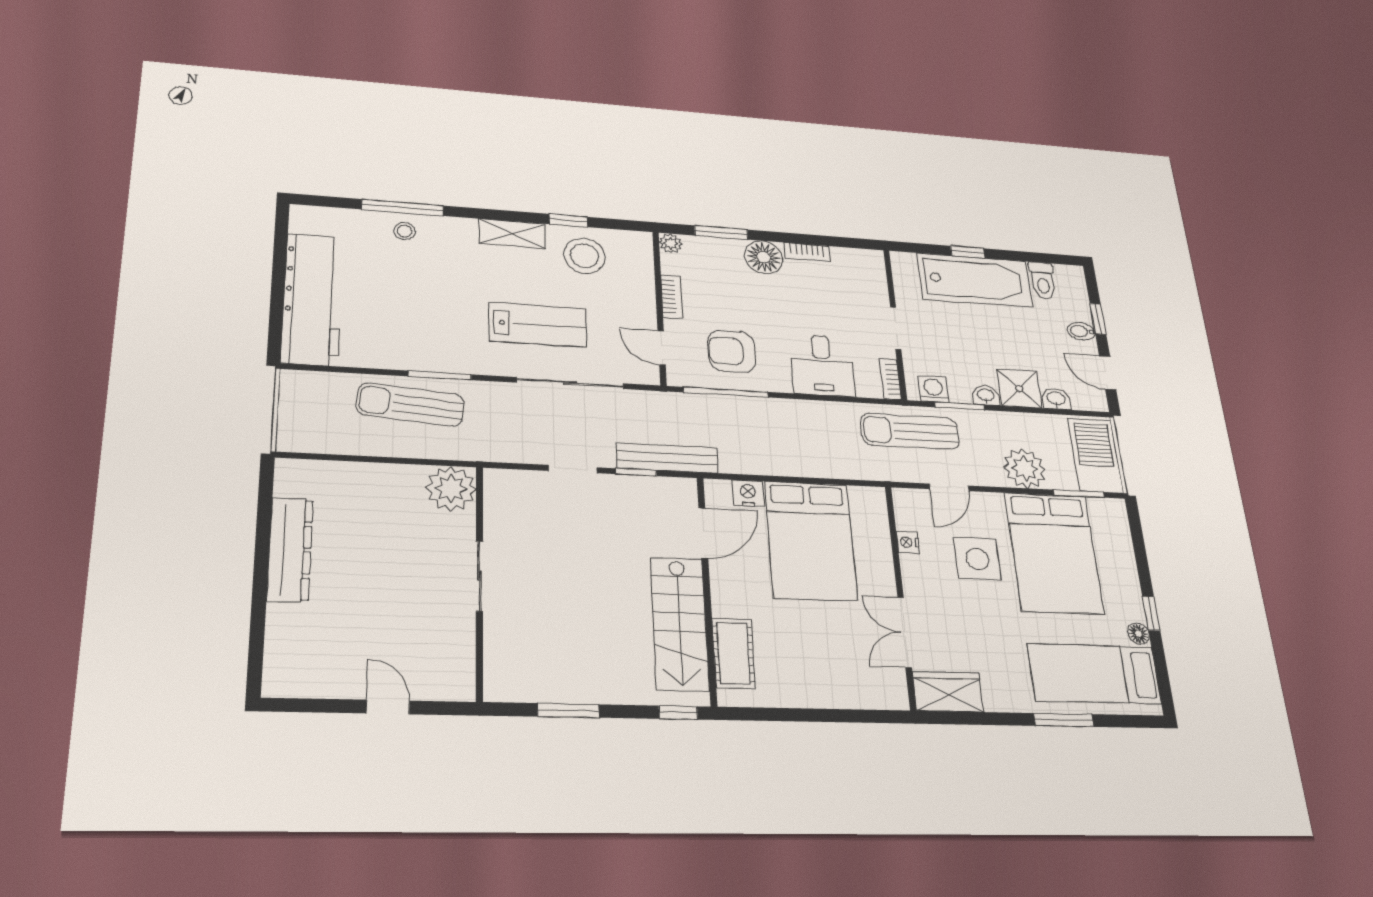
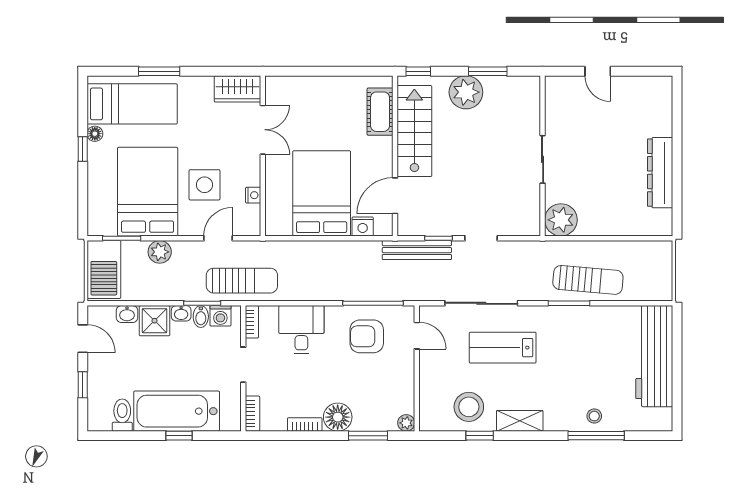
bookcase: (672, 297) -> (252, 414), moved, turned 180
bidet: (1081, 331) -> (201, 317), moved, turned 90
armchair: (732, 351) -> (367, 336), turned 180
plant: (1025, 468) -> (160, 252), width x0.73, depth x0.73
plant: (602, 679) -> (466, 92), added

